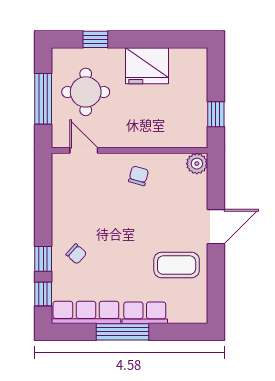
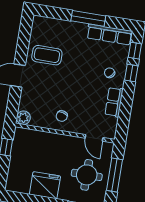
row of seats: (145, 313) -> (114, 102), moved, turned 90

